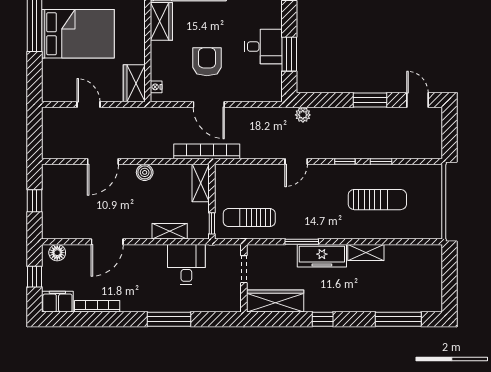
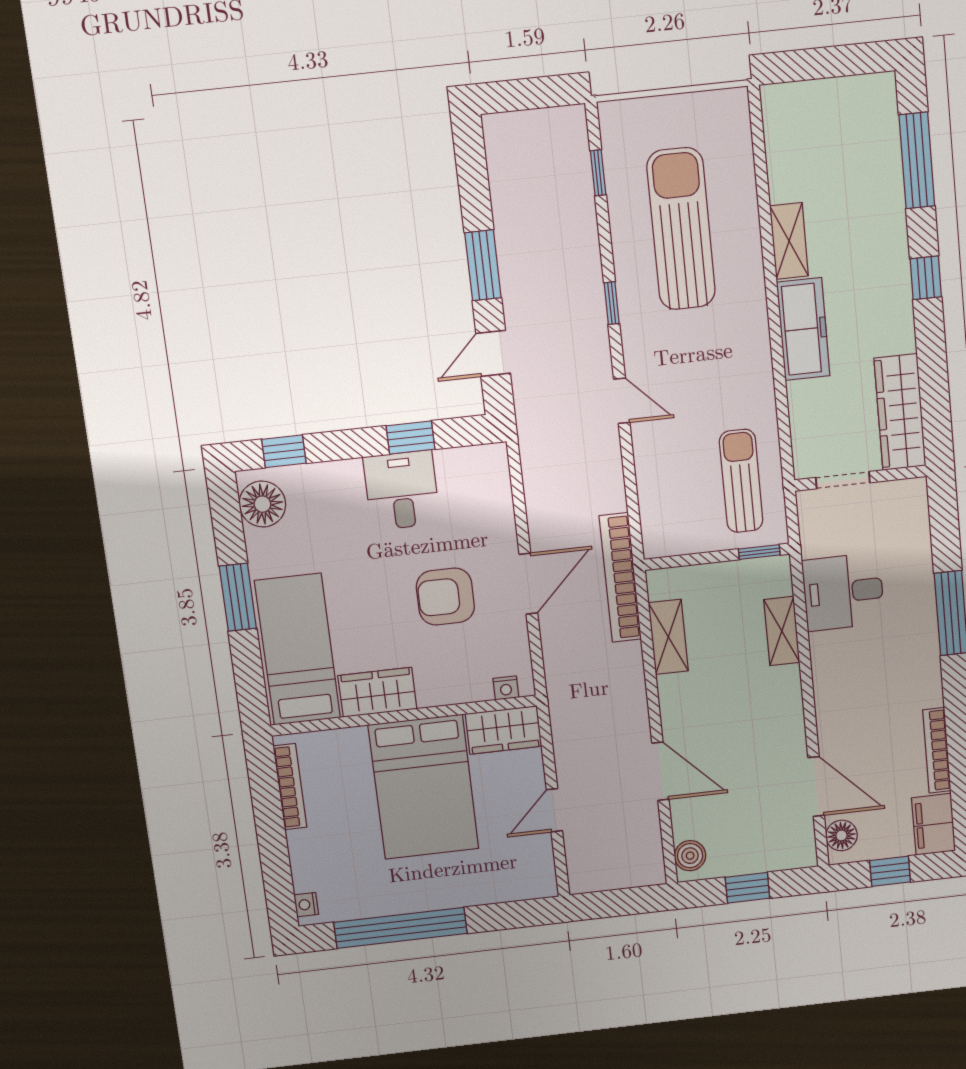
bed: (78, 34) -> (424, 787), moved, turned 180
window: (289, 54) -> (411, 437), width x0.67
door: (417, 100) -> (493, 353), moved
plant: (303, 115) -> (528, 397), removed
window: (381, 162) -> (598, 173), moved
boiler: (145, 172) -> (690, 856), moved
shelving: (201, 183) -> (668, 637), moved, turned 90
sun lounger: (377, 200) -> (681, 229), width x1.36, depth x1.34
sun lounger: (249, 218) -> (741, 481), turned 180
door: (107, 242) -> (816, 786), moved
window: (302, 242) -> (779, 372), removed
window: (323, 319) -> (926, 278), moved

